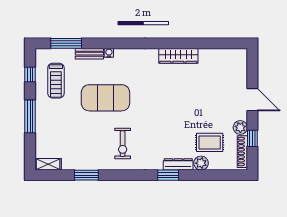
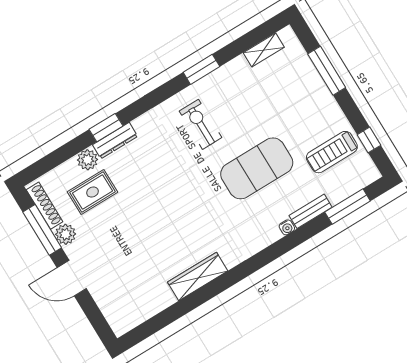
treadmill: (56, 81) -> (332, 152), turned -90
window: (30, 116) -> (327, 71), moved
window: (252, 138) -> (42, 230), width x2.17
shelving: (48, 164) -> (264, 50), moved
window: (86, 175) -> (201, 69), moved
window: (168, 175) -> (106, 128), moved

